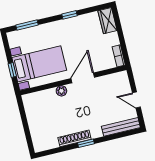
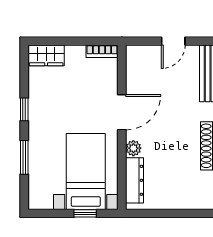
window: (27, 25) -> (24, 157), moved
door: (83, 78) -> (122, 112), swing flipped
dresser: (41, 97) -> (135, 180), added

